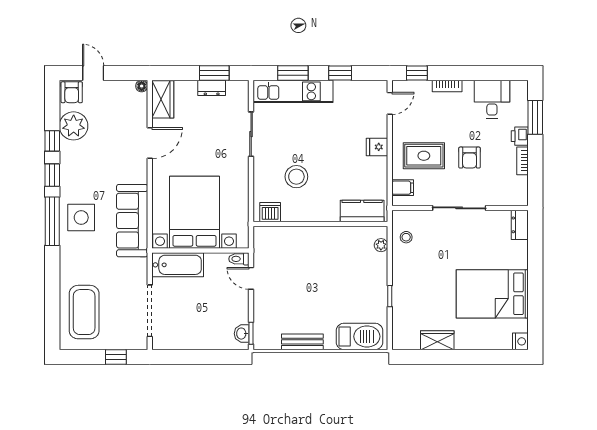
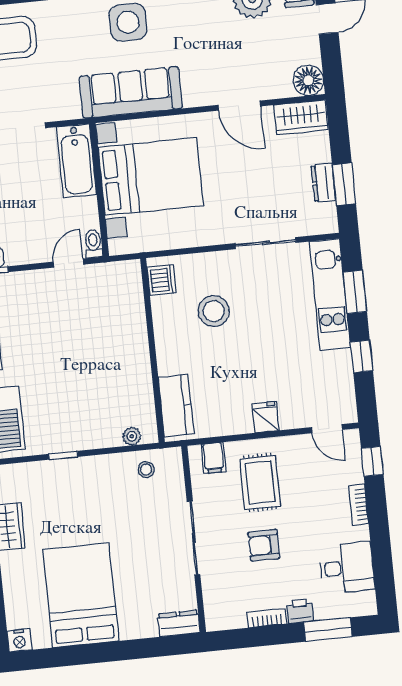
floor lamp: (142, 86) -> (308, 80), width x1.89, depth x1.89

